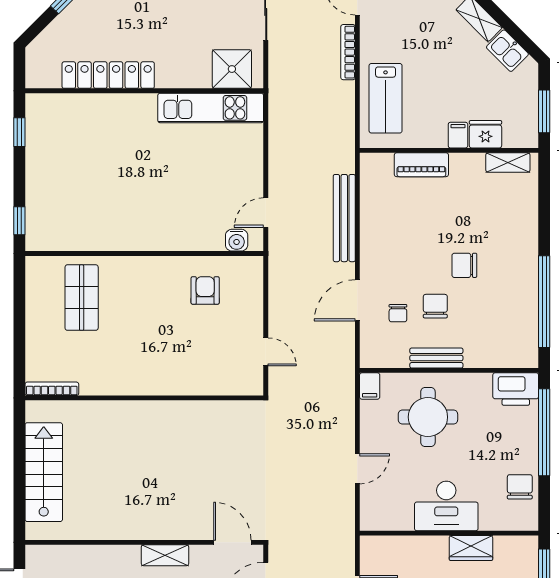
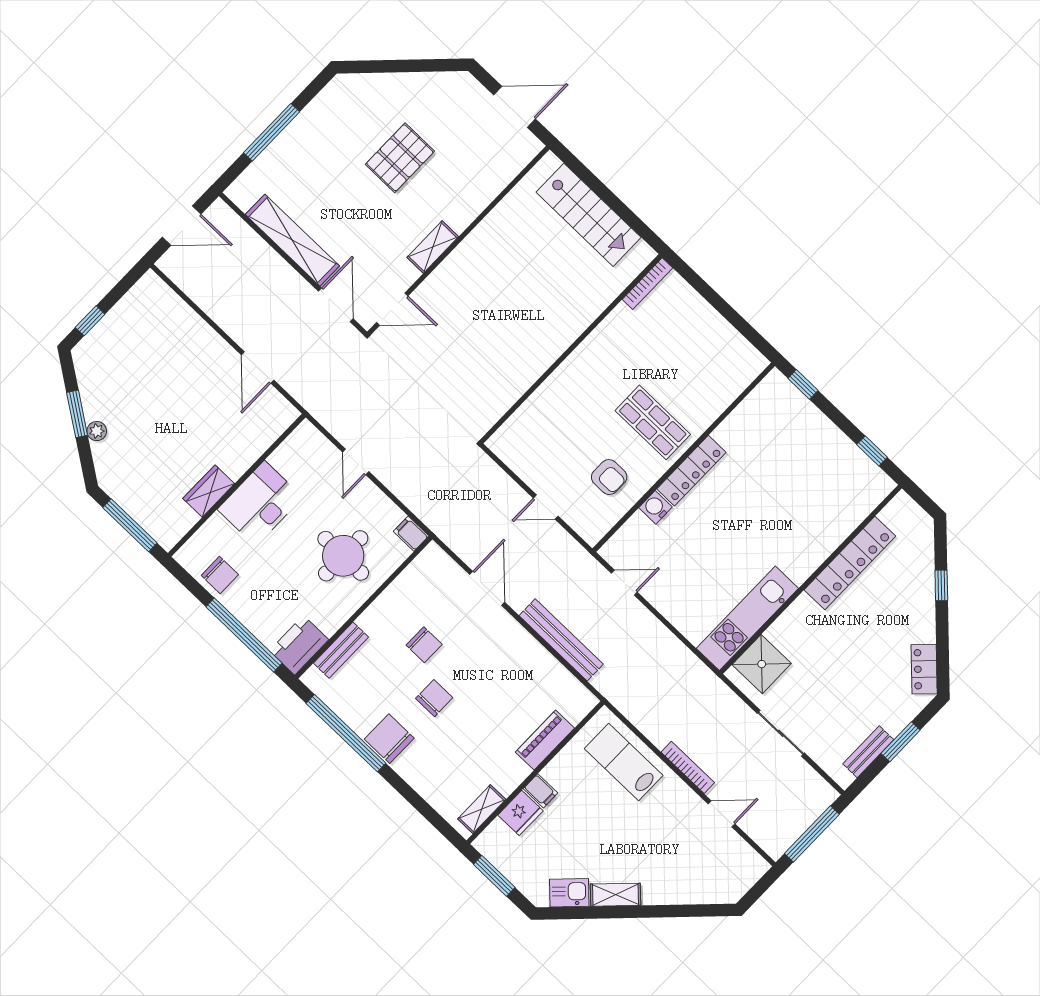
door: (266, 213) -> (624, 583), hinge flipped
locker: (148, 240) -> (691, 471), added
water cooler: (237, 240) -> (656, 507), moved
shop shelf: (82, 298) -> (653, 422), moved
chair: (398, 313) -> (389, 739), moved, width x1.87, depth x1.87
door: (266, 352) -> (546, 507), moved
bench: (436, 358) -> (341, 650), moved

